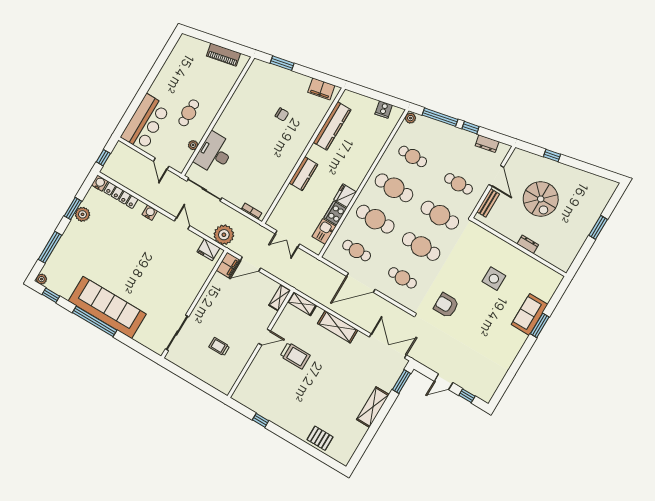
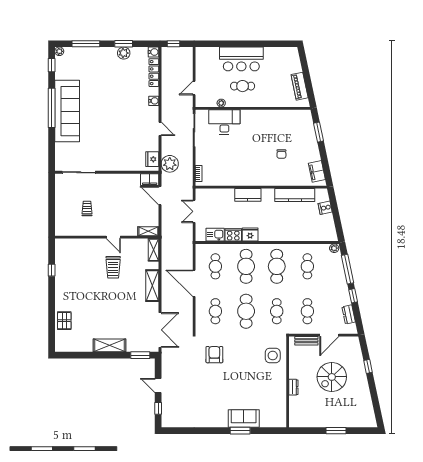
cooker: (384, 110) -> (325, 208), moved
bar counter: (145, 122) -> (241, 59), moved
cafe table: (440, 215) -> (277, 311), width x0.73, depth x0.74
door: (182, 223) -> (160, 129), hinge flipped
side table: (494, 279) -> (273, 355), moved

